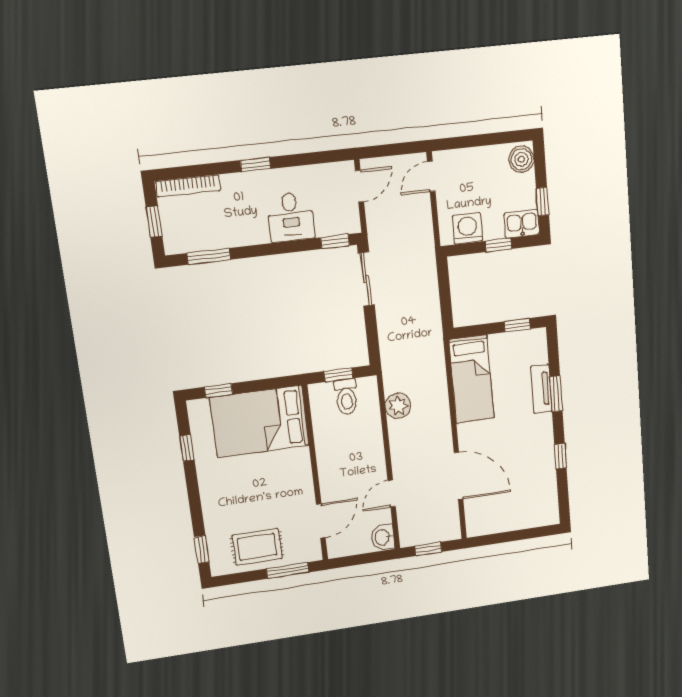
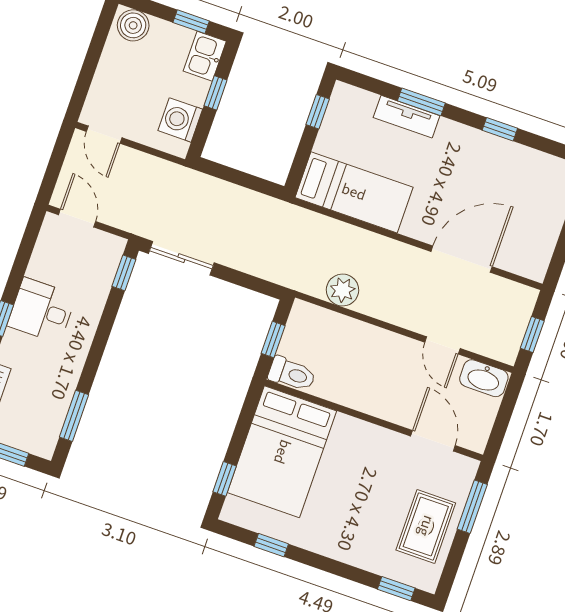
desk: (291, 217) -> (42, 310), moved, turned 180
toilet: (346, 397) -> (292, 374), moved
washbasin: (383, 537) -> (484, 378), width x1.38

